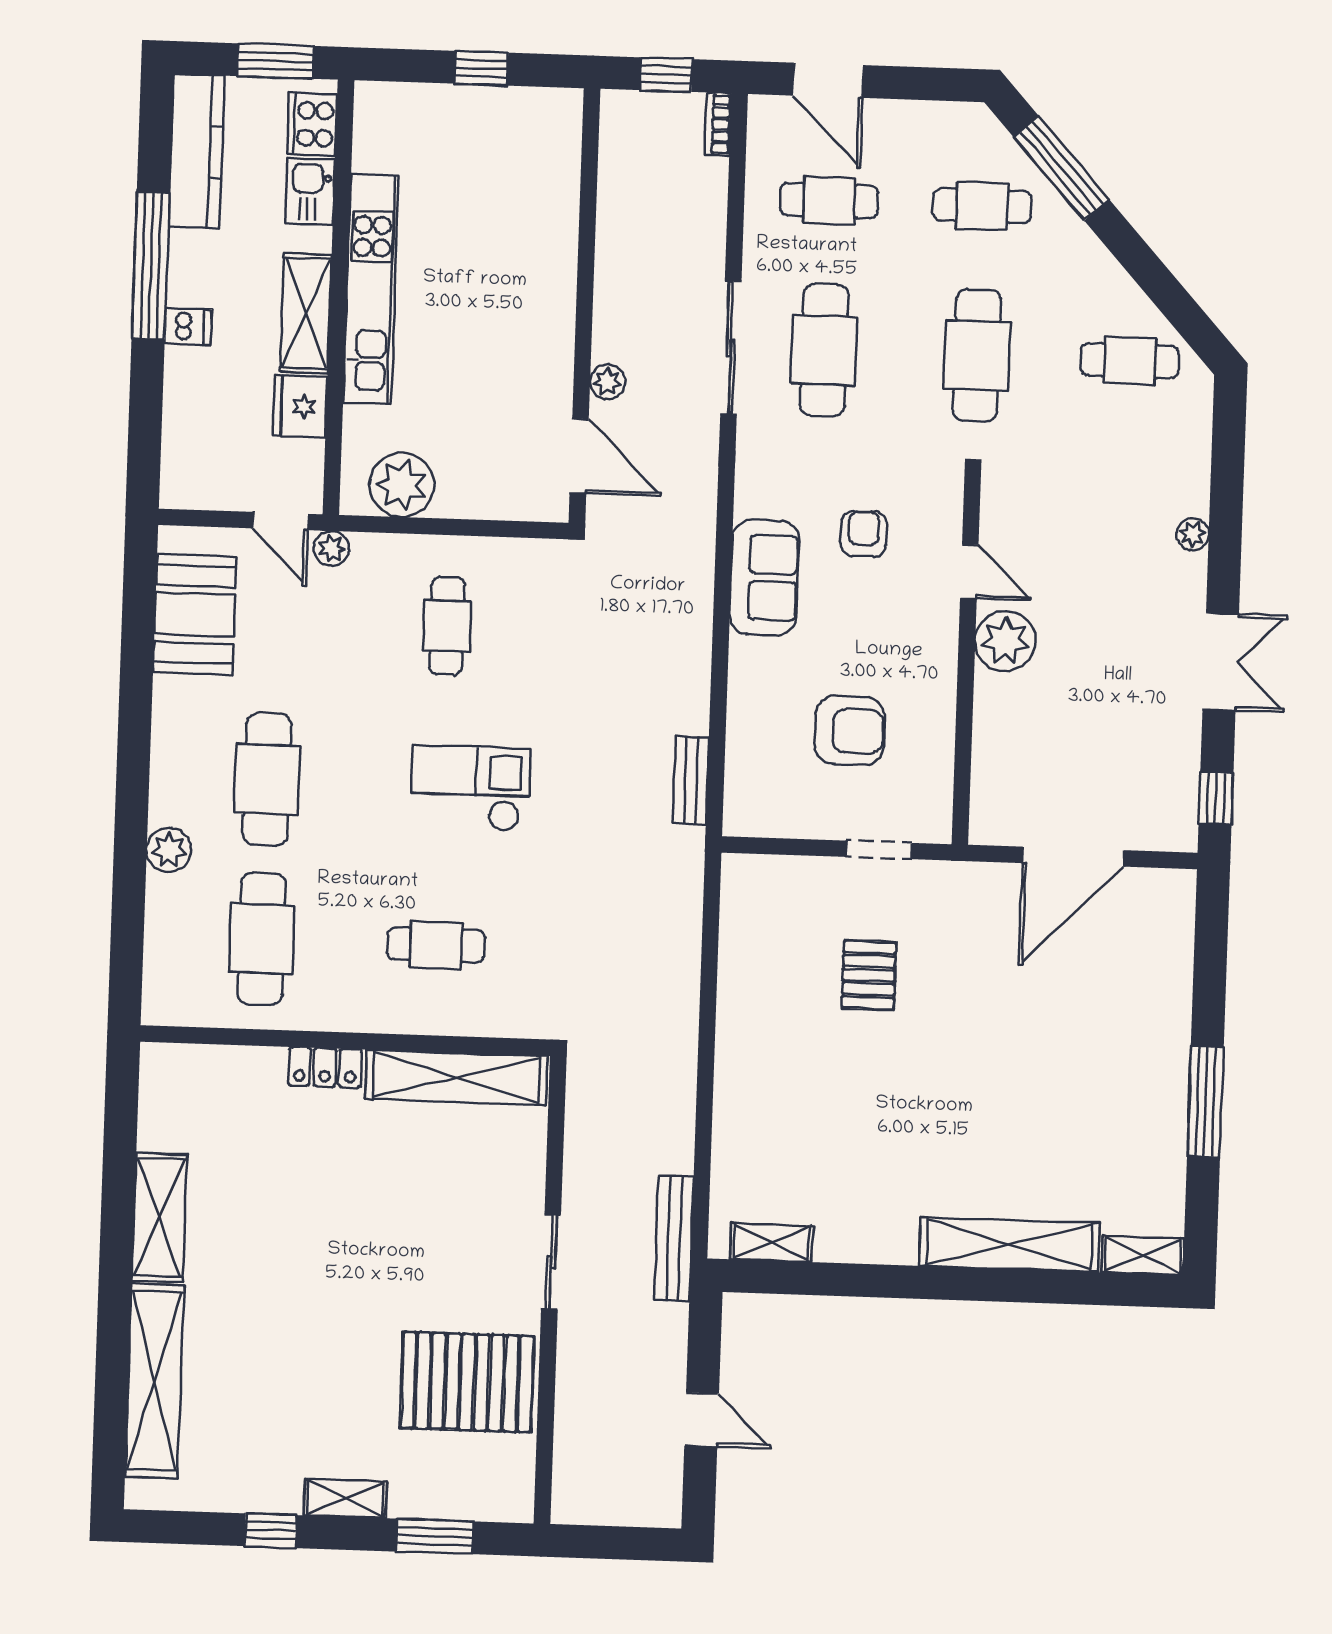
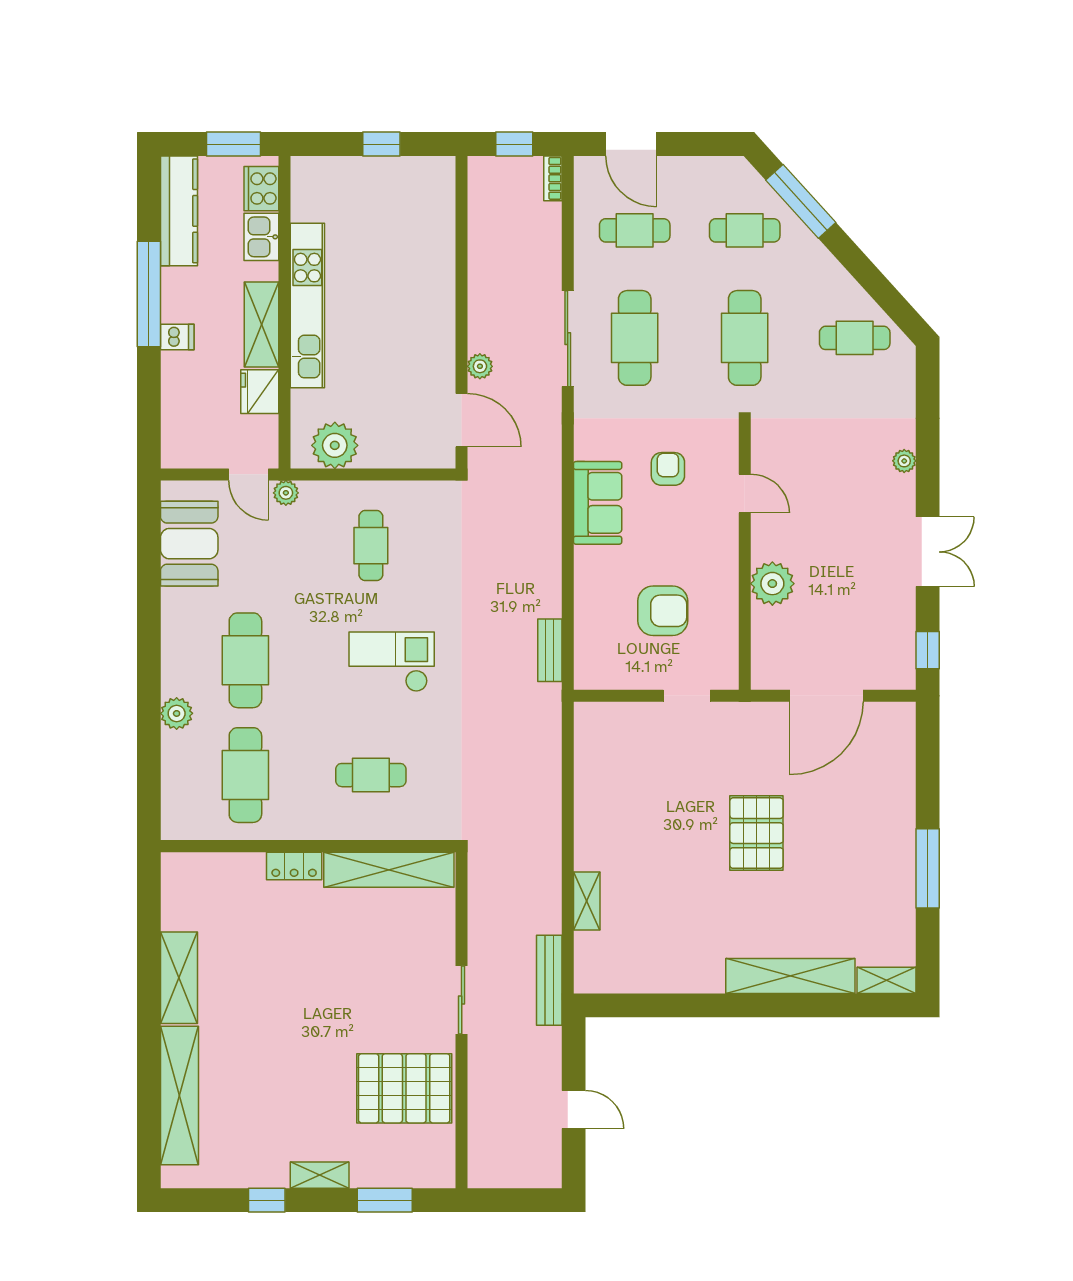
plant: (1005, 641) -> (772, 584), moved
pallet: (869, 975) -> (756, 833), moved, width x1.50, depth x1.42
shelving: (771, 1243) -> (587, 901), moved, turned 90

